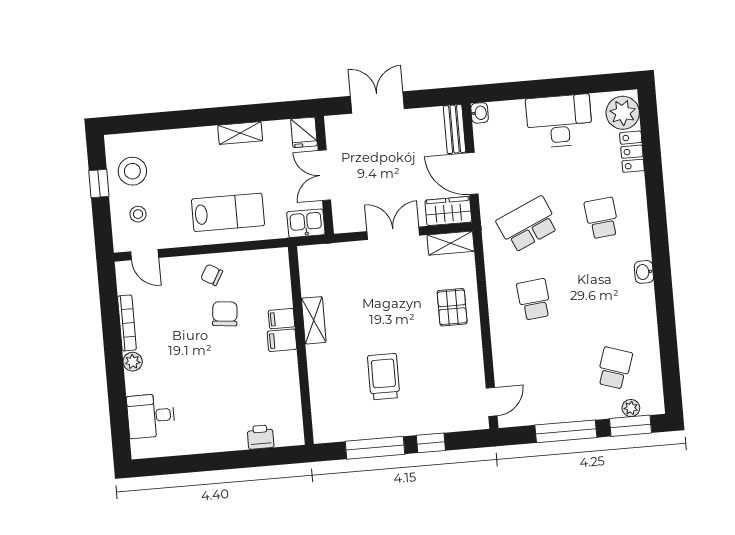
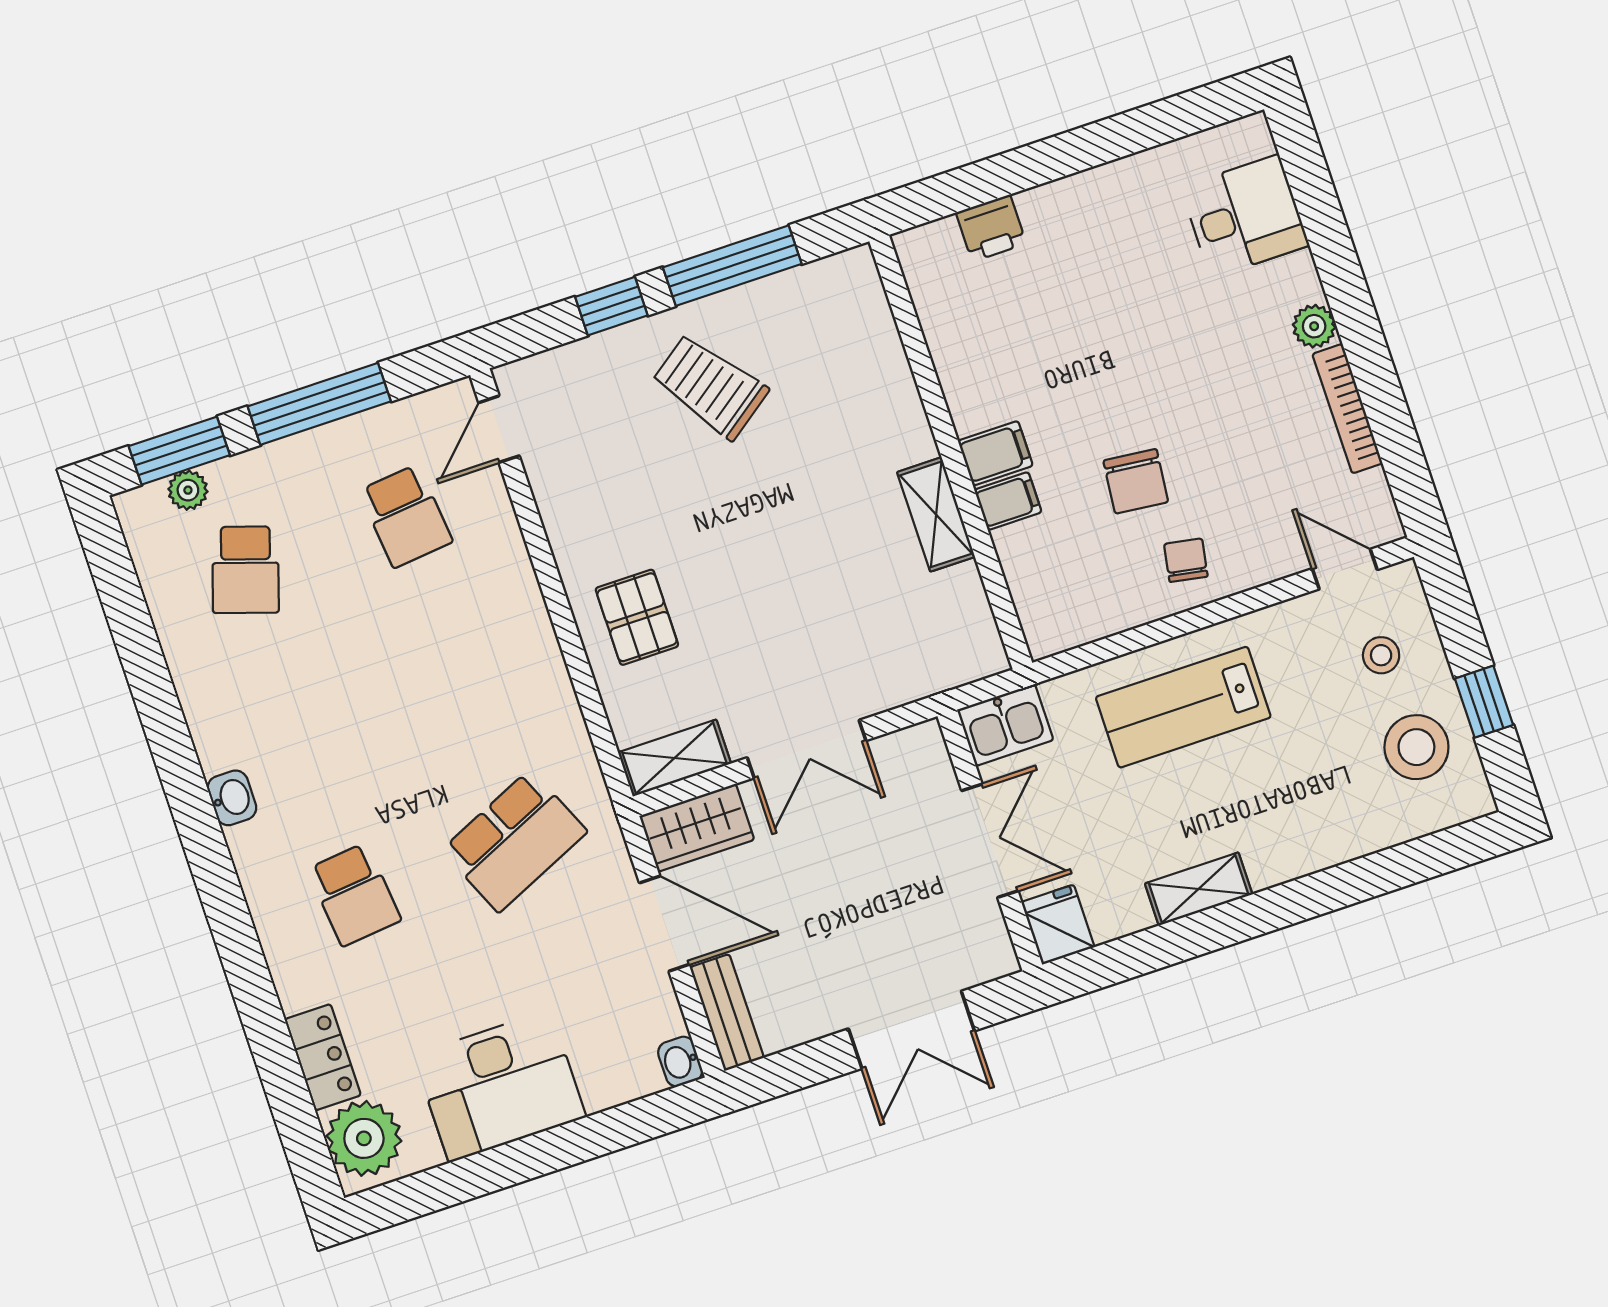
chair: (212, 275) -> (1186, 560), turned -110
school desk: (534, 299) -> (406, 516), moved
trolley: (384, 377) -> (710, 386), moved, turned 144

